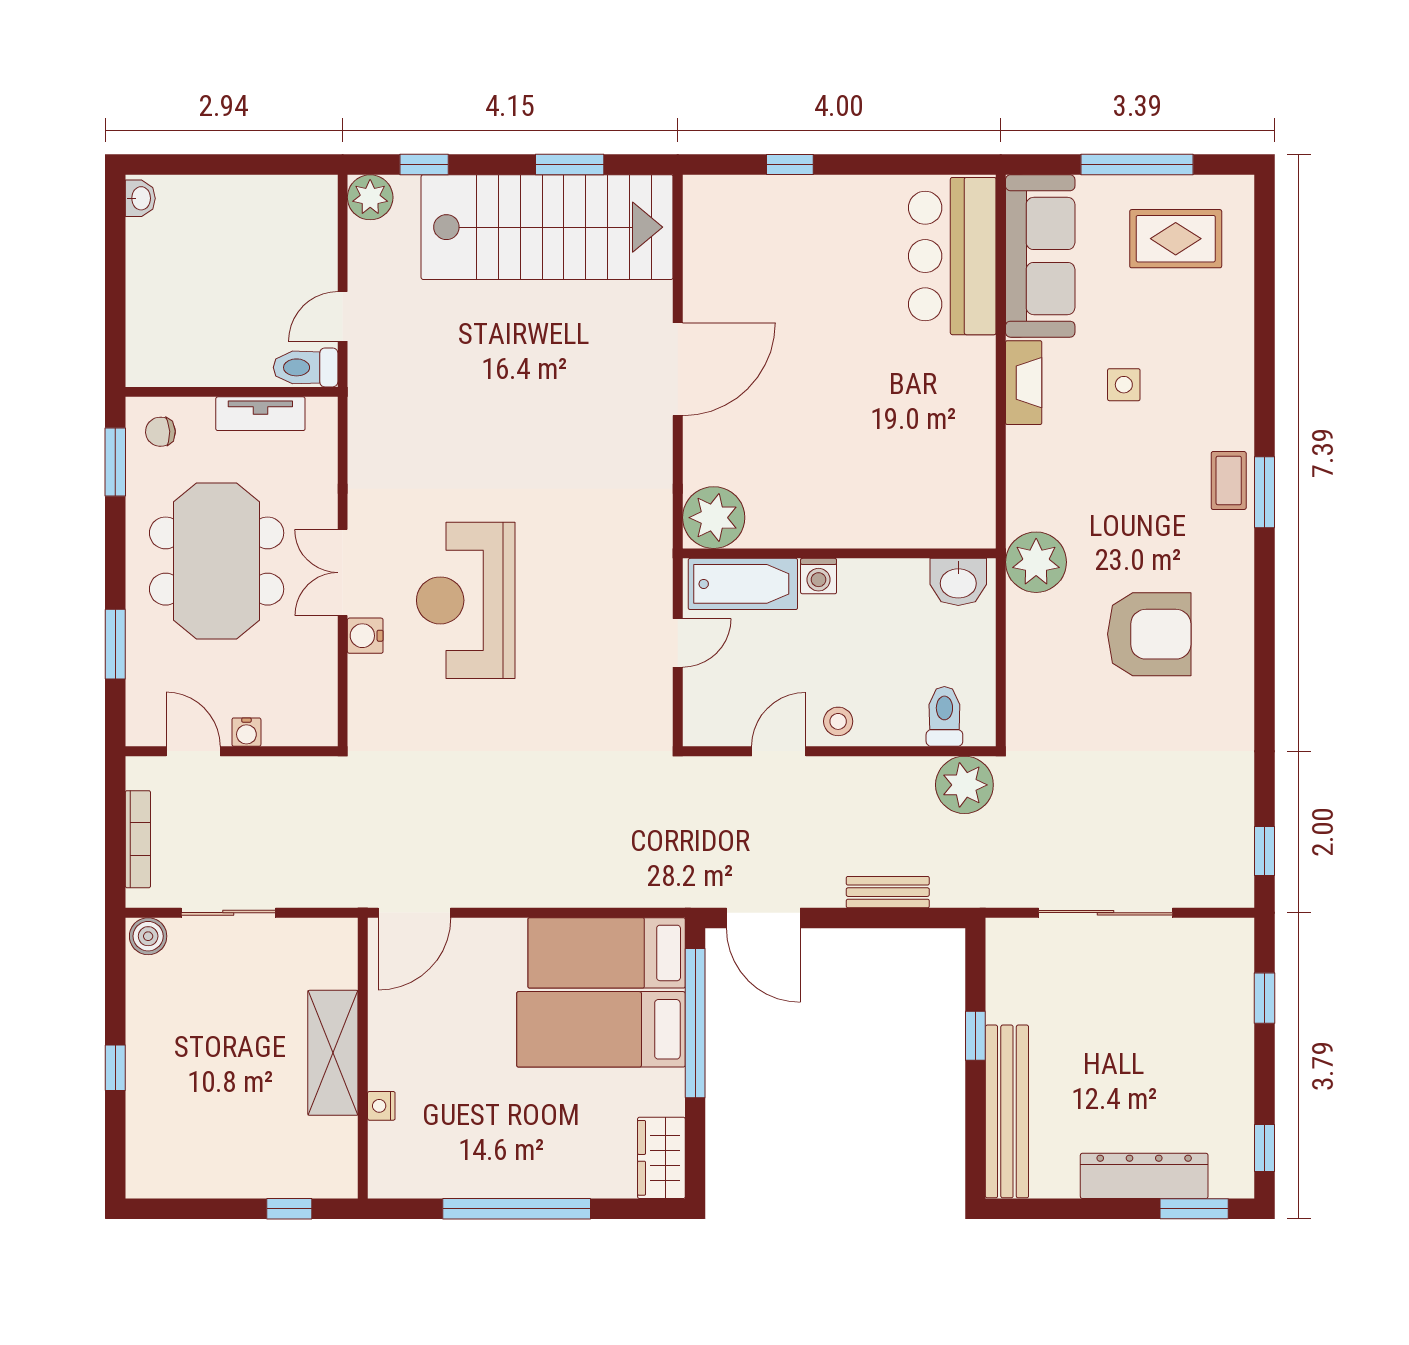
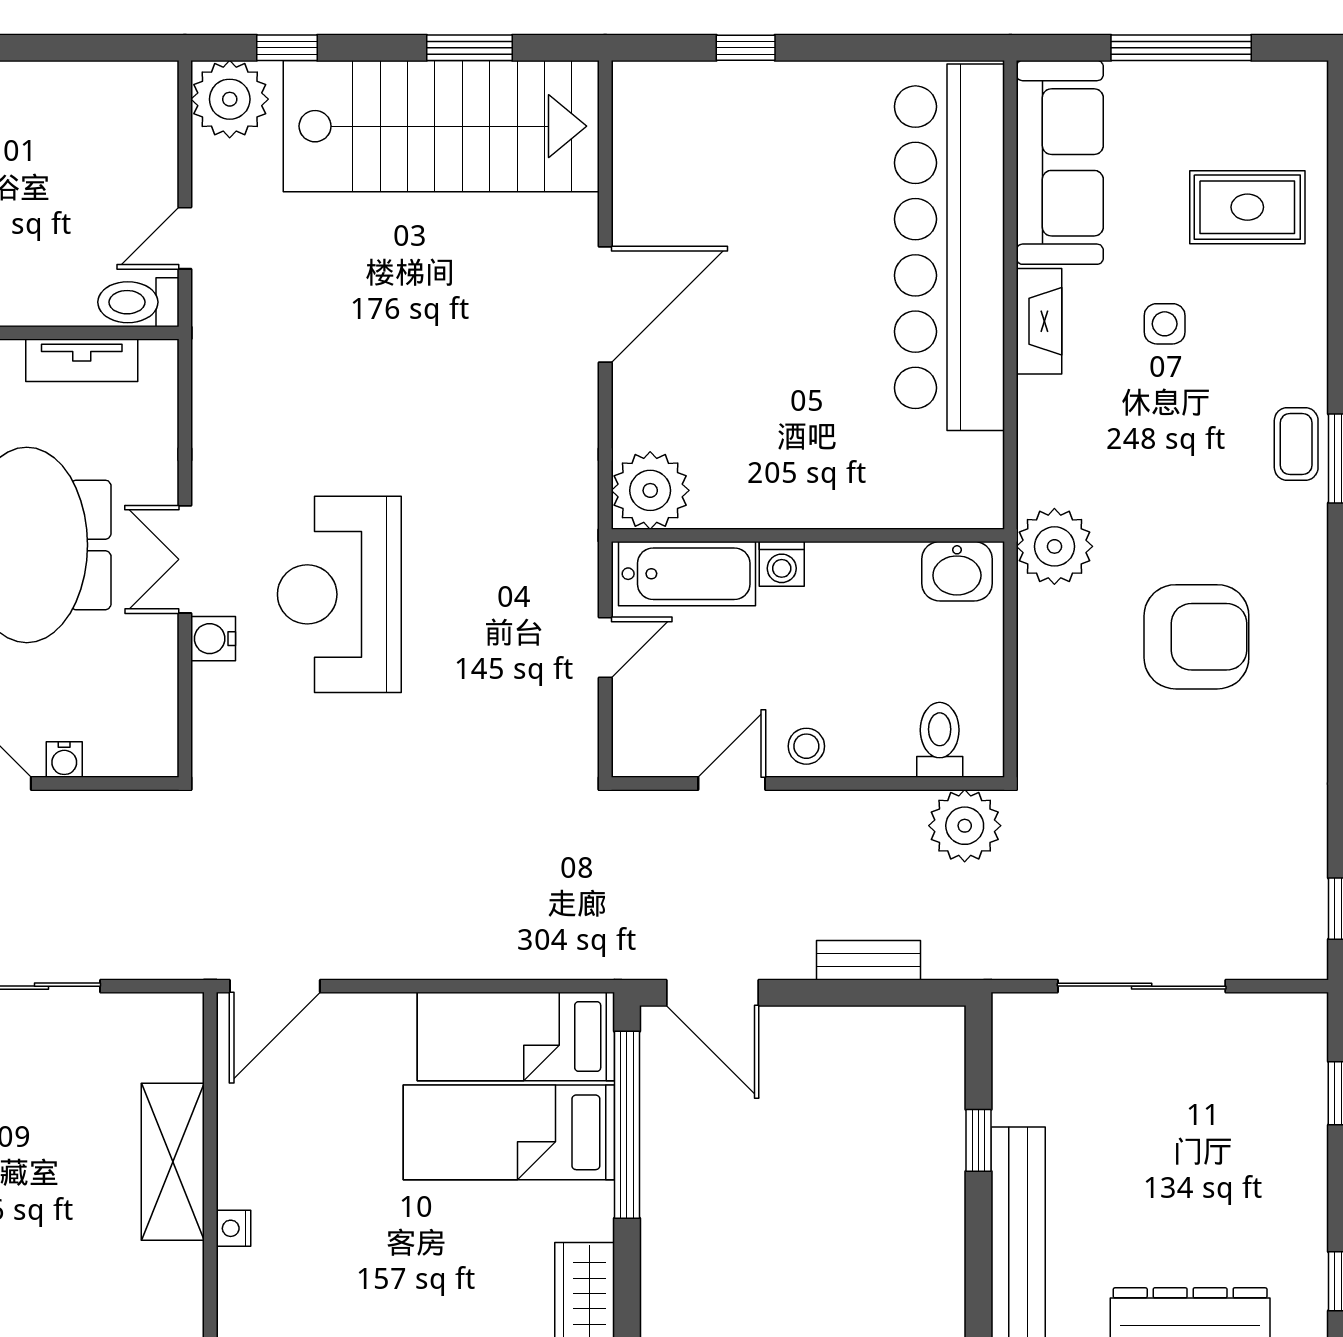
plant: (370, 197) -> (230, 99), width x1.36, depth x1.36
rug: (1176, 239) -> (1247, 207), moved
bar counter: (952, 256) -> (949, 247), width x1.86

